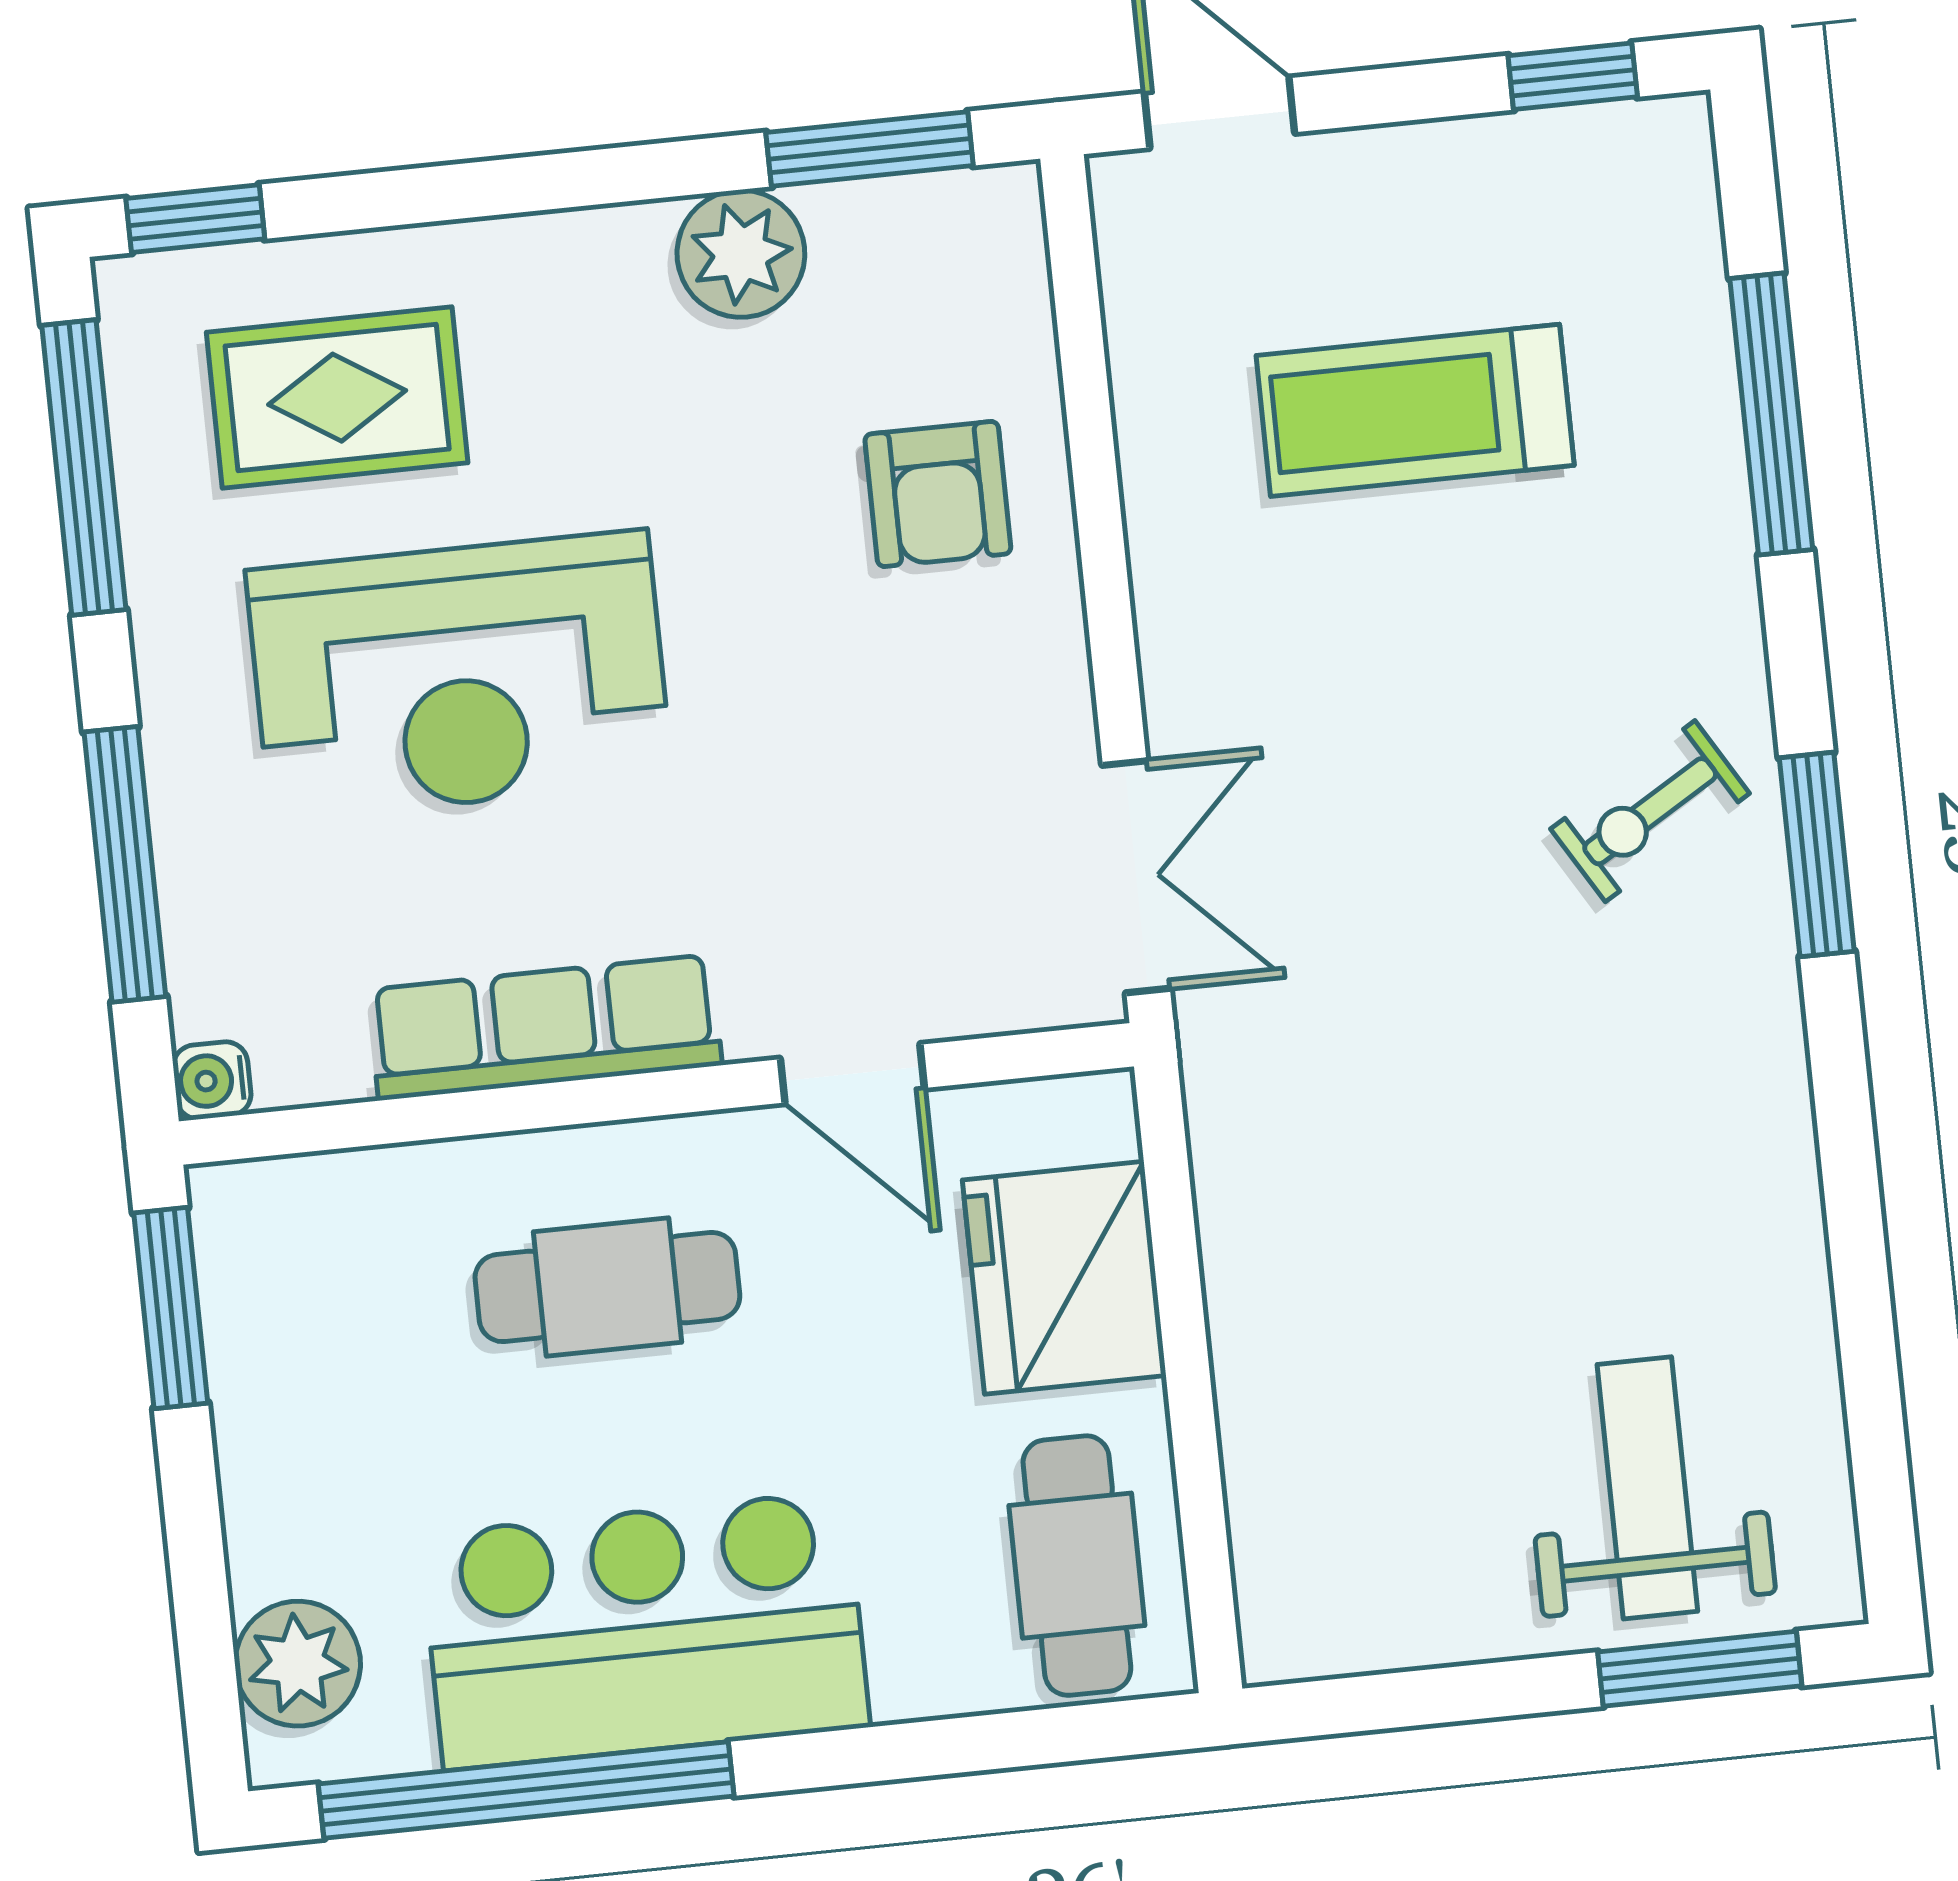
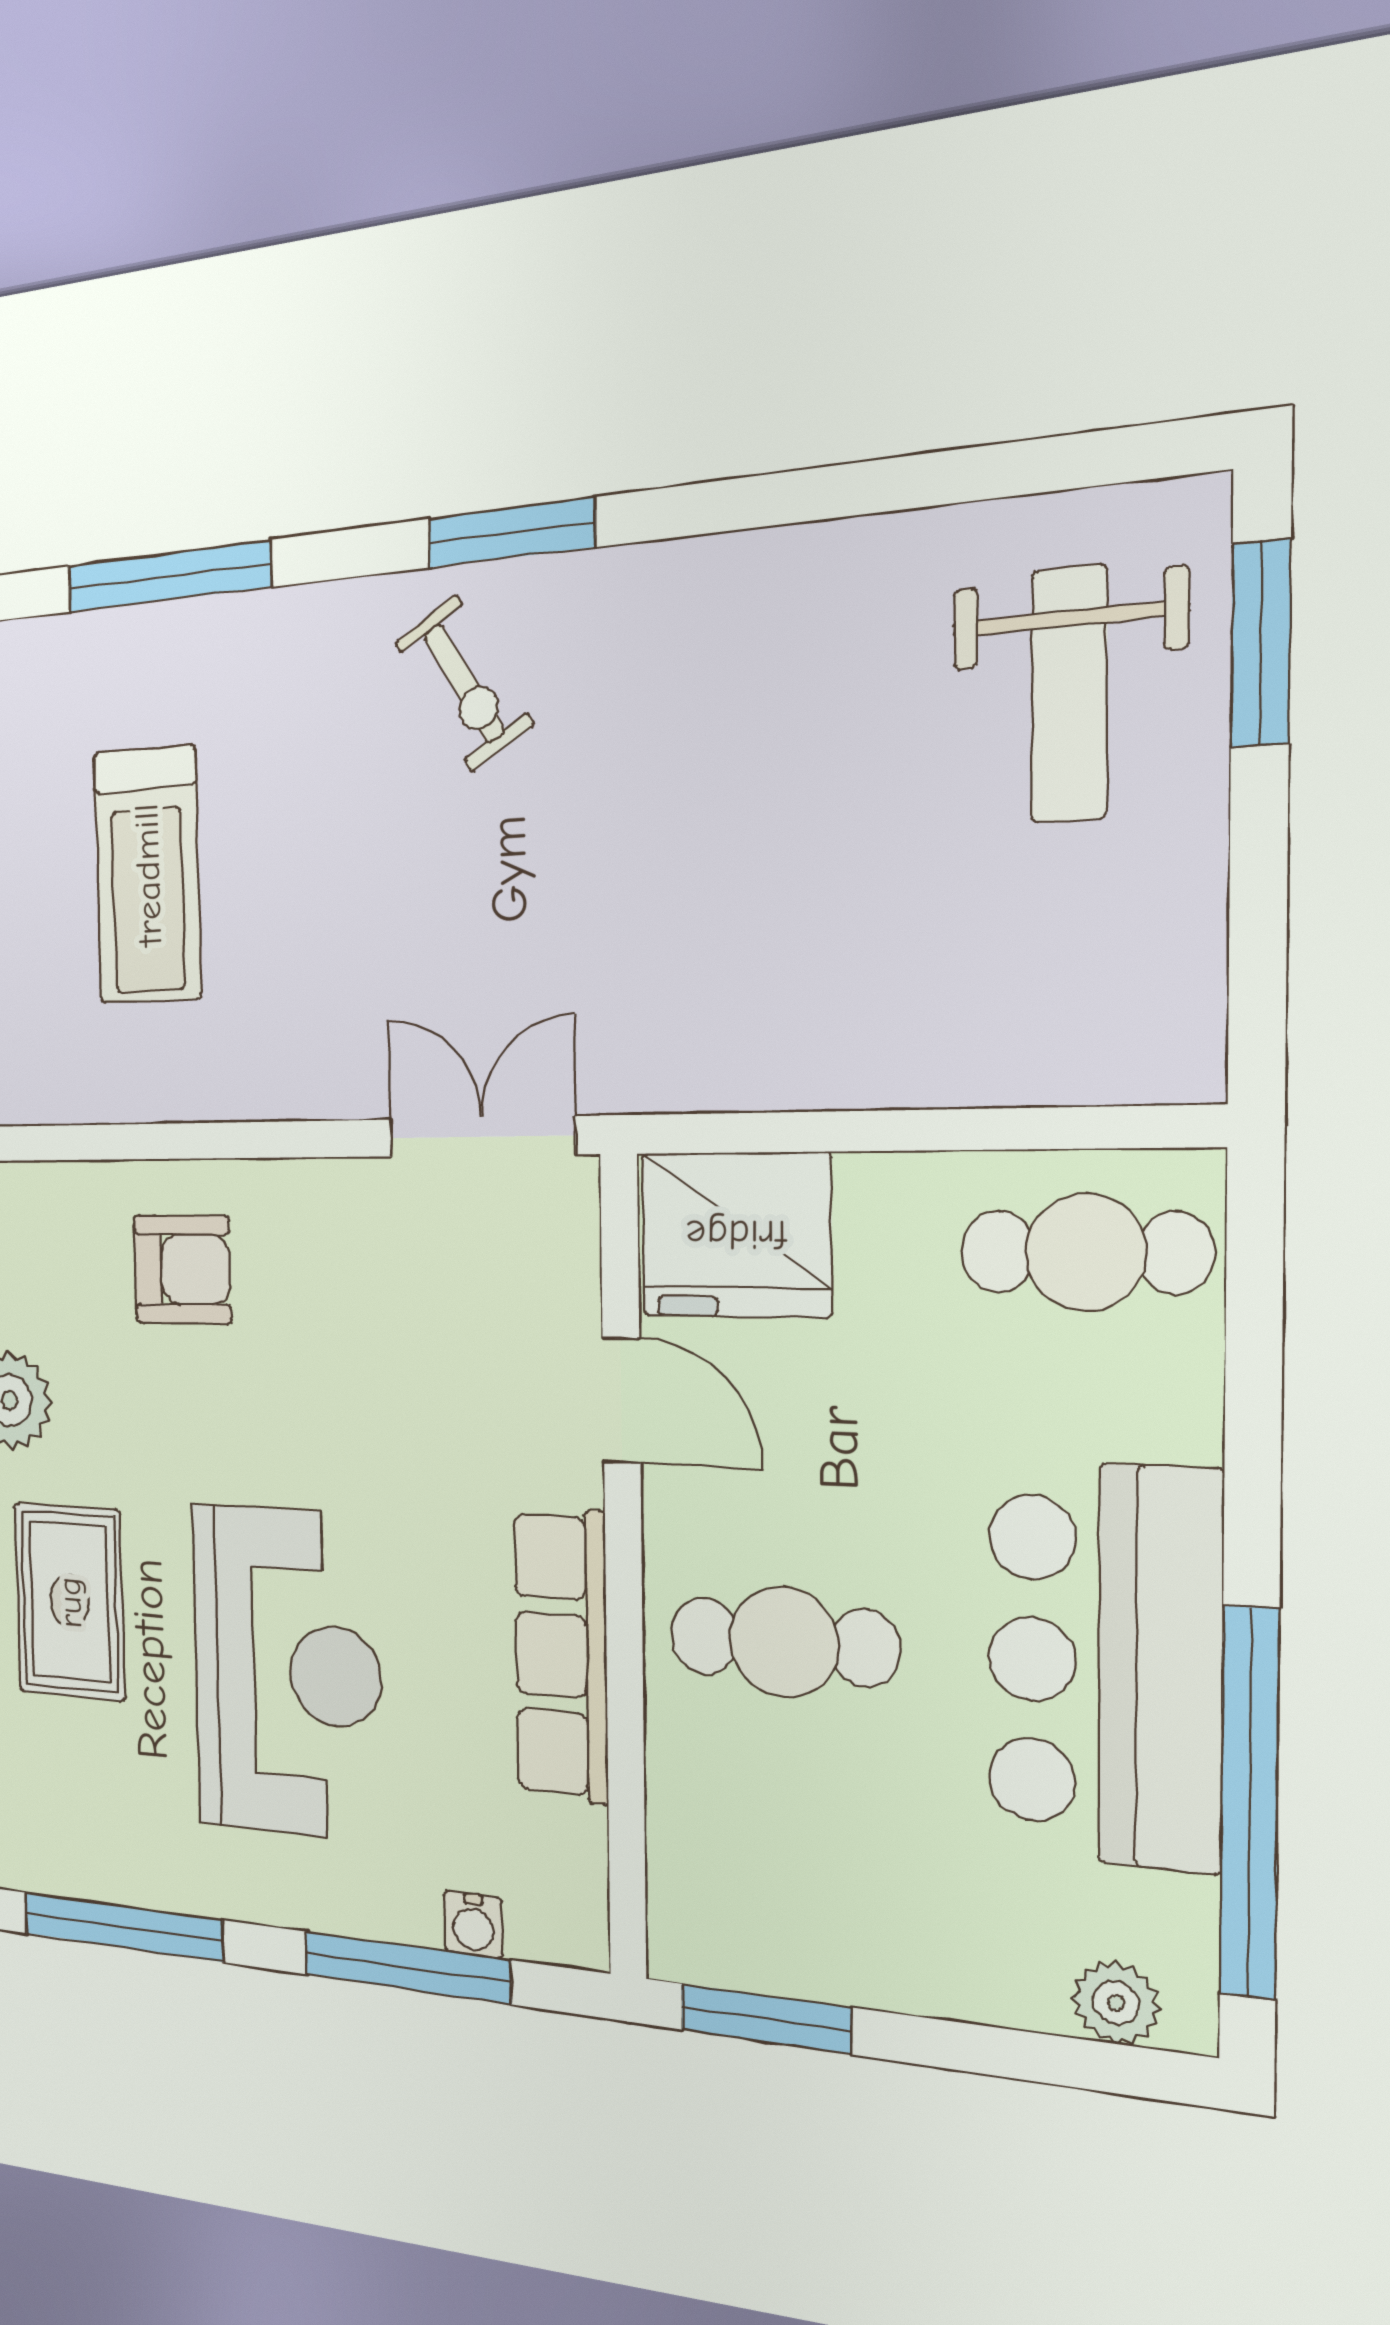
rug: (337, 398) -> (70, 1602), moved
door: (852, 1074) -> (622, 1401), hinge flipped
water cooler: (212, 1080) -> (473, 1925), moved
fridge: (1064, 1278) -> (736, 1235), moved
cafe table: (607, 1287) -> (784, 1642), turned 90
weight bench: (1647, 1488) -> (1069, 694), turned -90
plant: (298, 1664) -> (1116, 2003), width x0.73, depth x0.73

